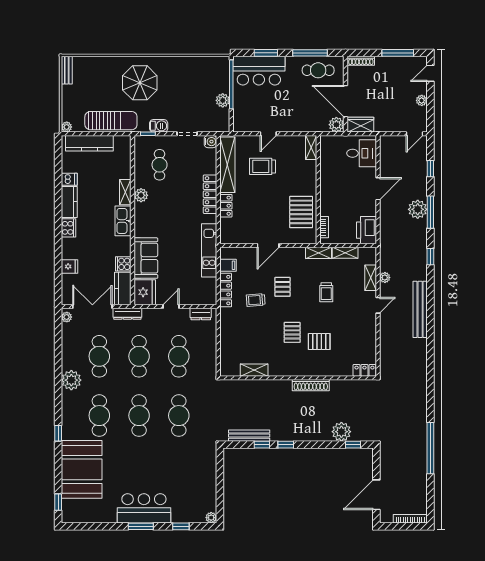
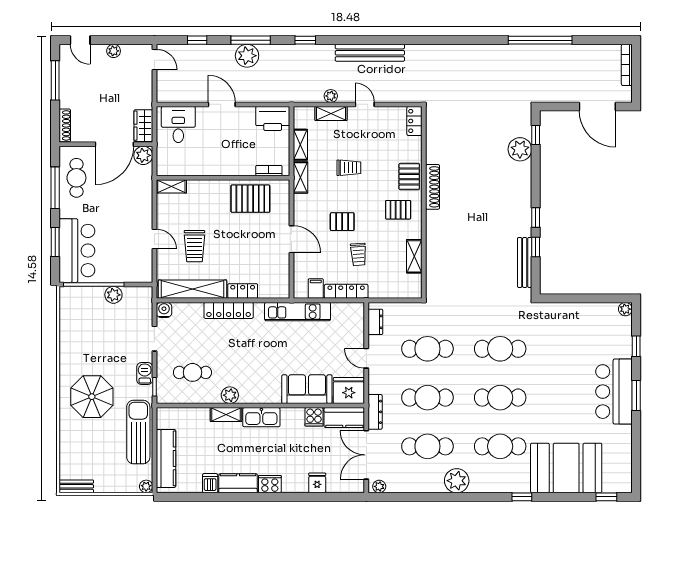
shelving: (254, 370) -> (414, 256), moved
locker: (364, 370) -> (414, 121), moved
wall: (298, 378) -> (424, 202), moved
shoe rack: (311, 385) -> (433, 187), moved

